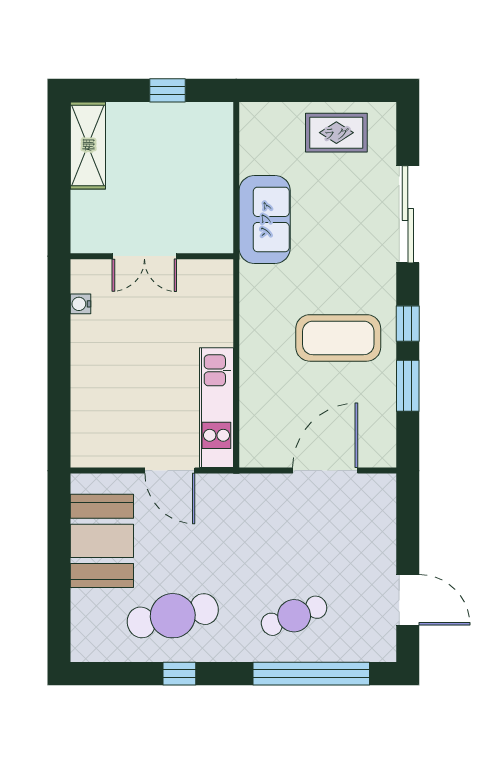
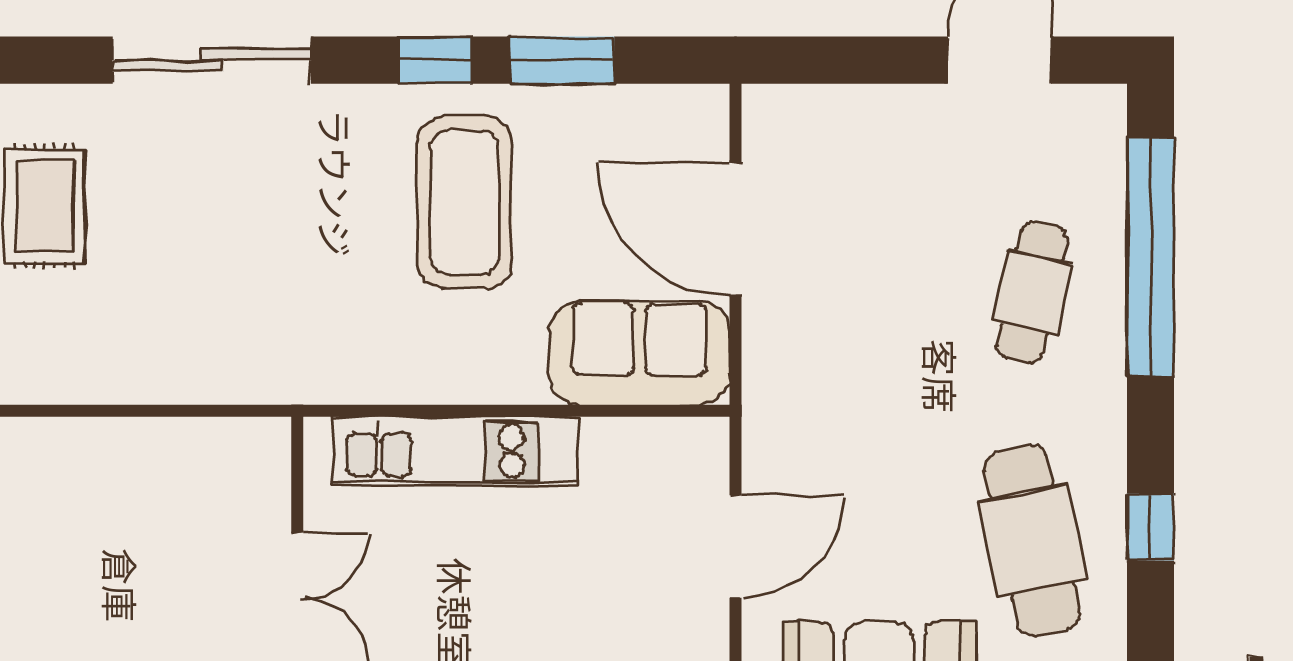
sofa: (265, 219) -> (640, 353), moved
kitchen unit: (216, 408) -> (455, 451), moved
cafe table: (294, 616) -> (1032, 293), turned 33

